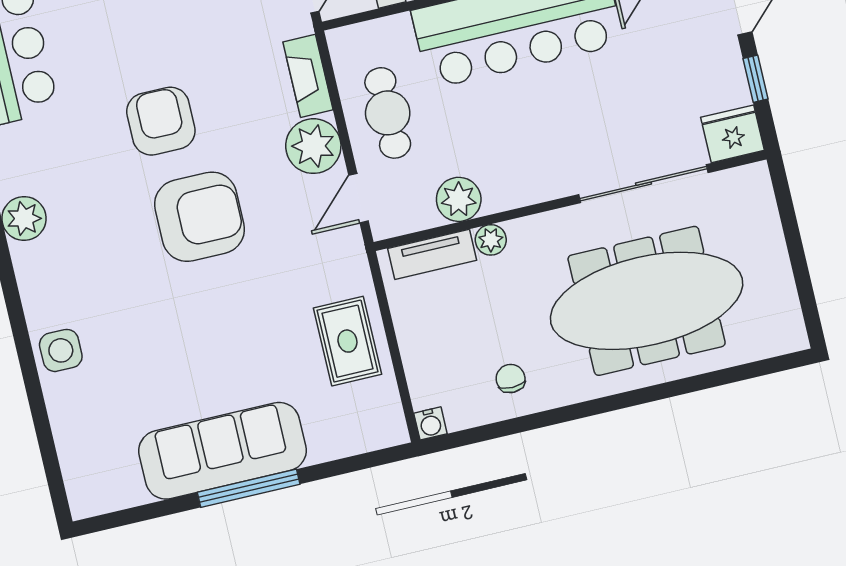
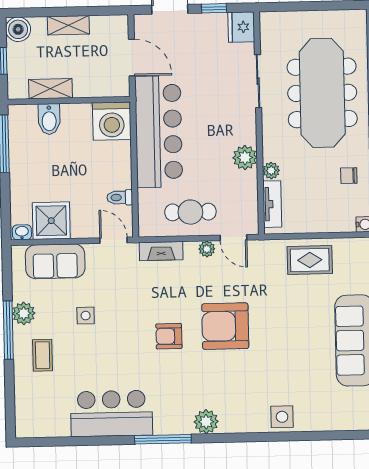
armchair: (161, 121) -> (169, 336), width x0.72, depth x0.72
plant: (313, 146) -> (207, 249), width x0.53, depth x0.53
sliding door: (643, 184) -> (258, 81), width x0.73
plant: (459, 199) -> (245, 158), moved
armchair: (200, 217) -> (225, 326), turned -90

